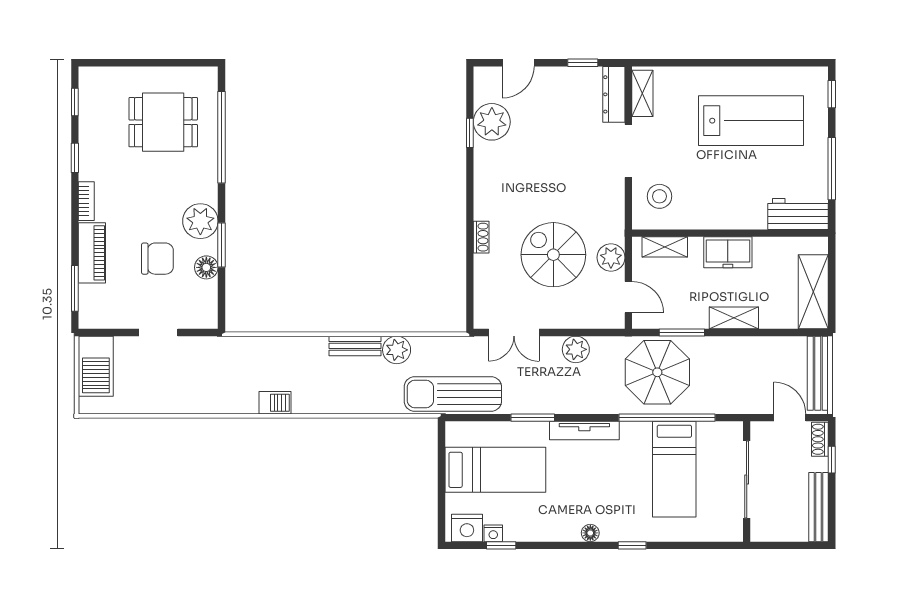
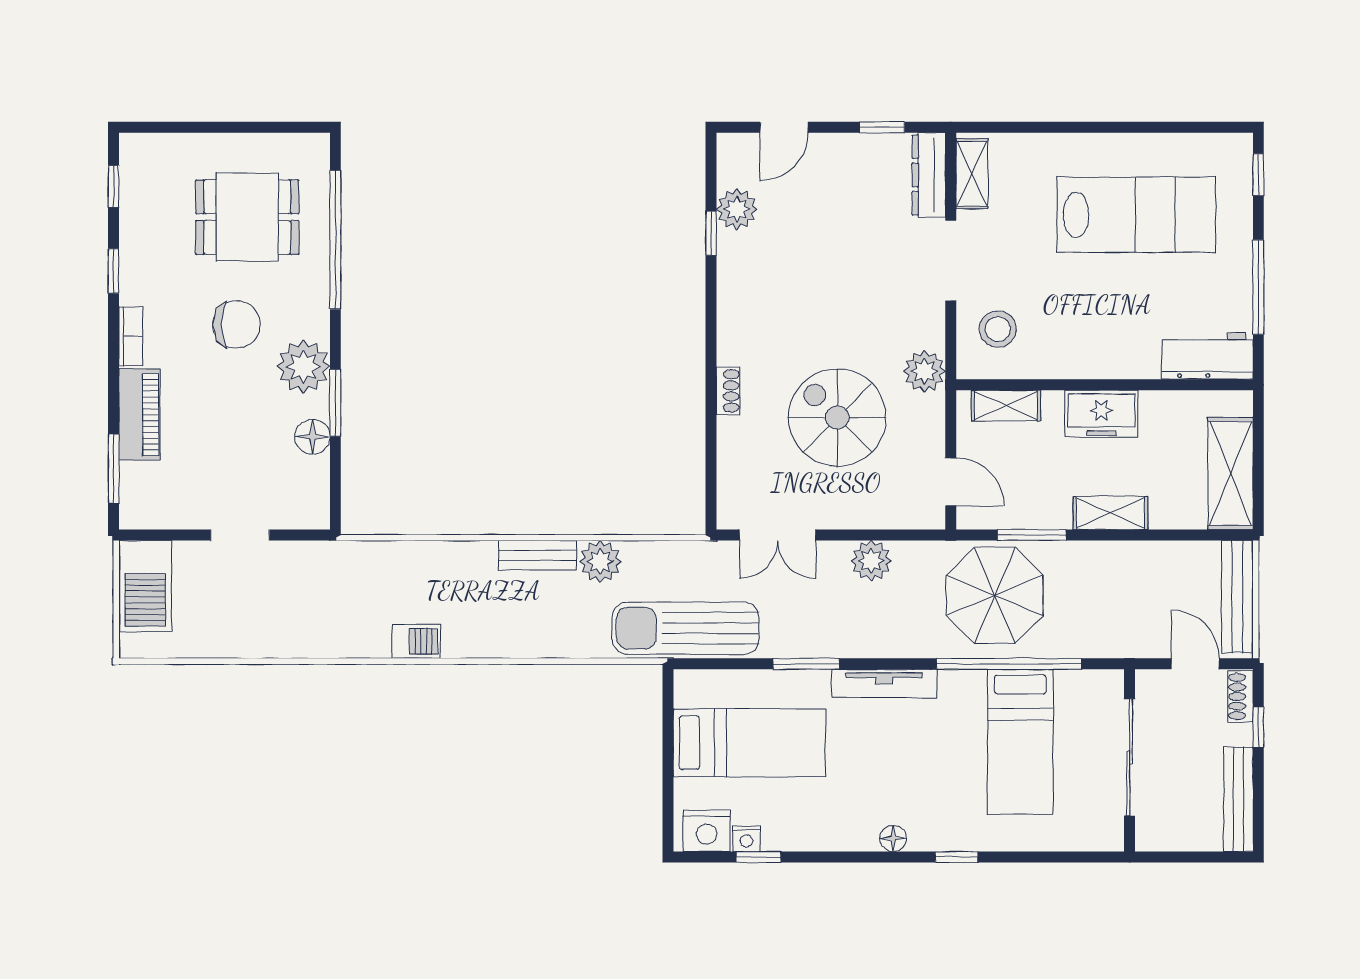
plant: (492, 122) -> (737, 209), width x0.73, depth x0.73
plant: (611, 258) -> (924, 371), moved
chair: (157, 259) -> (236, 325), moved

